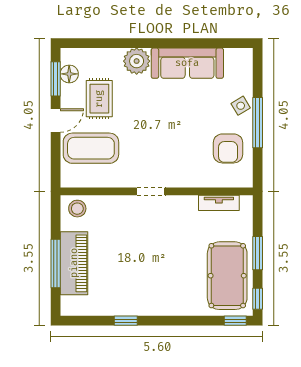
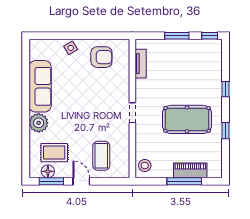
rug: (99, 99) -> (54, 153), moved
window: (258, 123) -> (83, 36), removed
coffee table: (91, 148) -> (101, 156), width x0.73, depth x0.76
piano: (74, 263) -> (190, 170), width x0.73, depth x0.75
pool table: (227, 276) -> (187, 119), moved
window: (235, 321) -> (225, 89), moved

